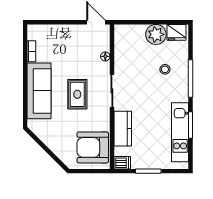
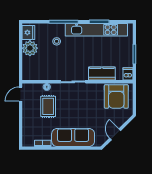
rug: (77, 94) -> (48, 106), moved, turned 90
kitchen unit: (180, 132) -> (96, 30), width x1.36
door: (43, 146) -> (115, 134), added

